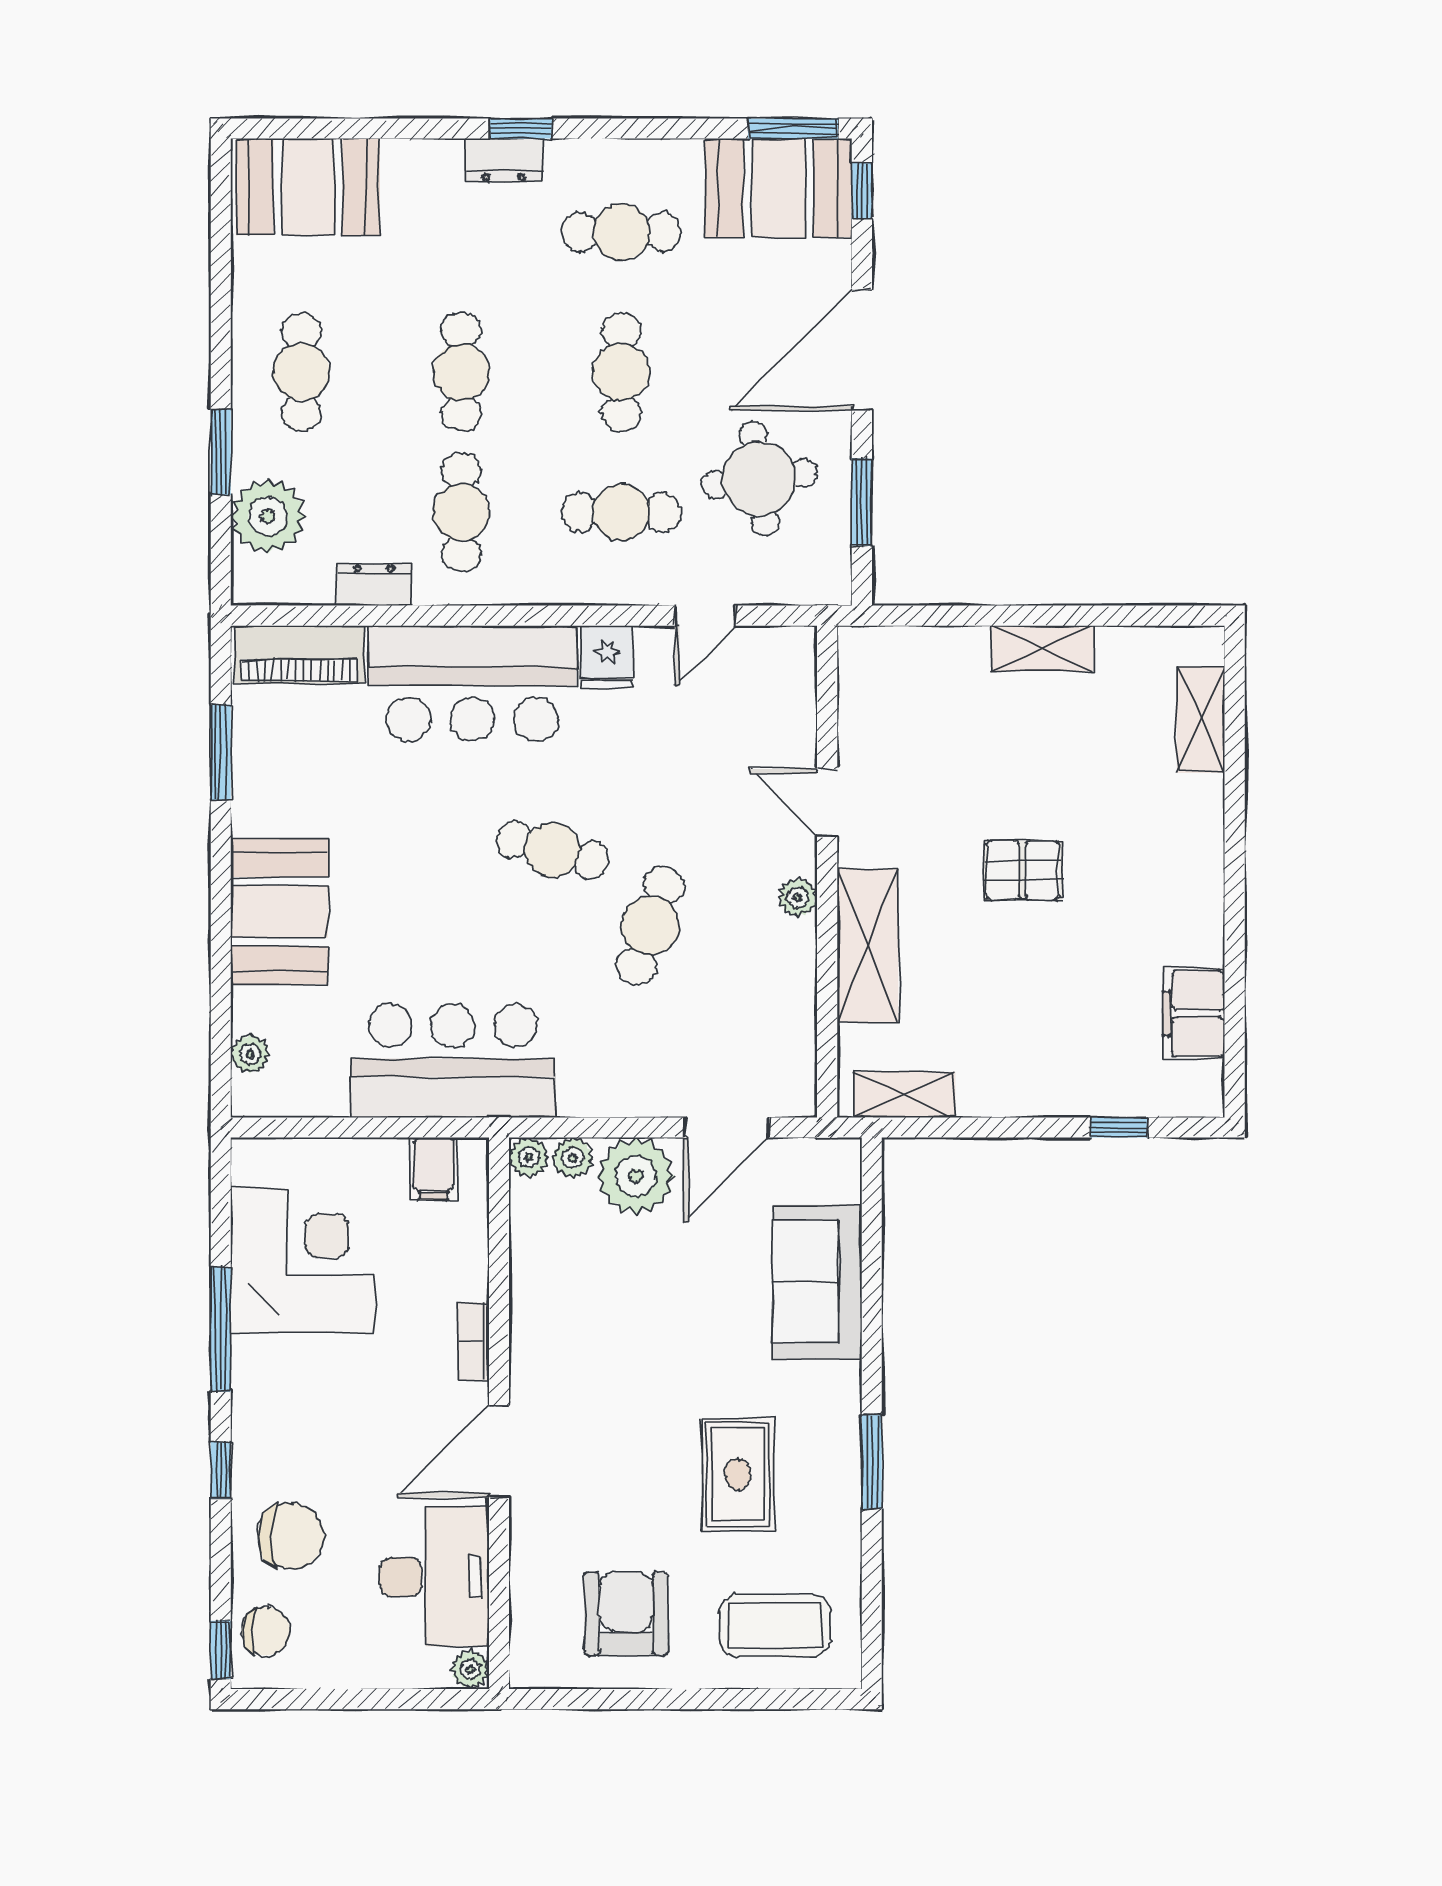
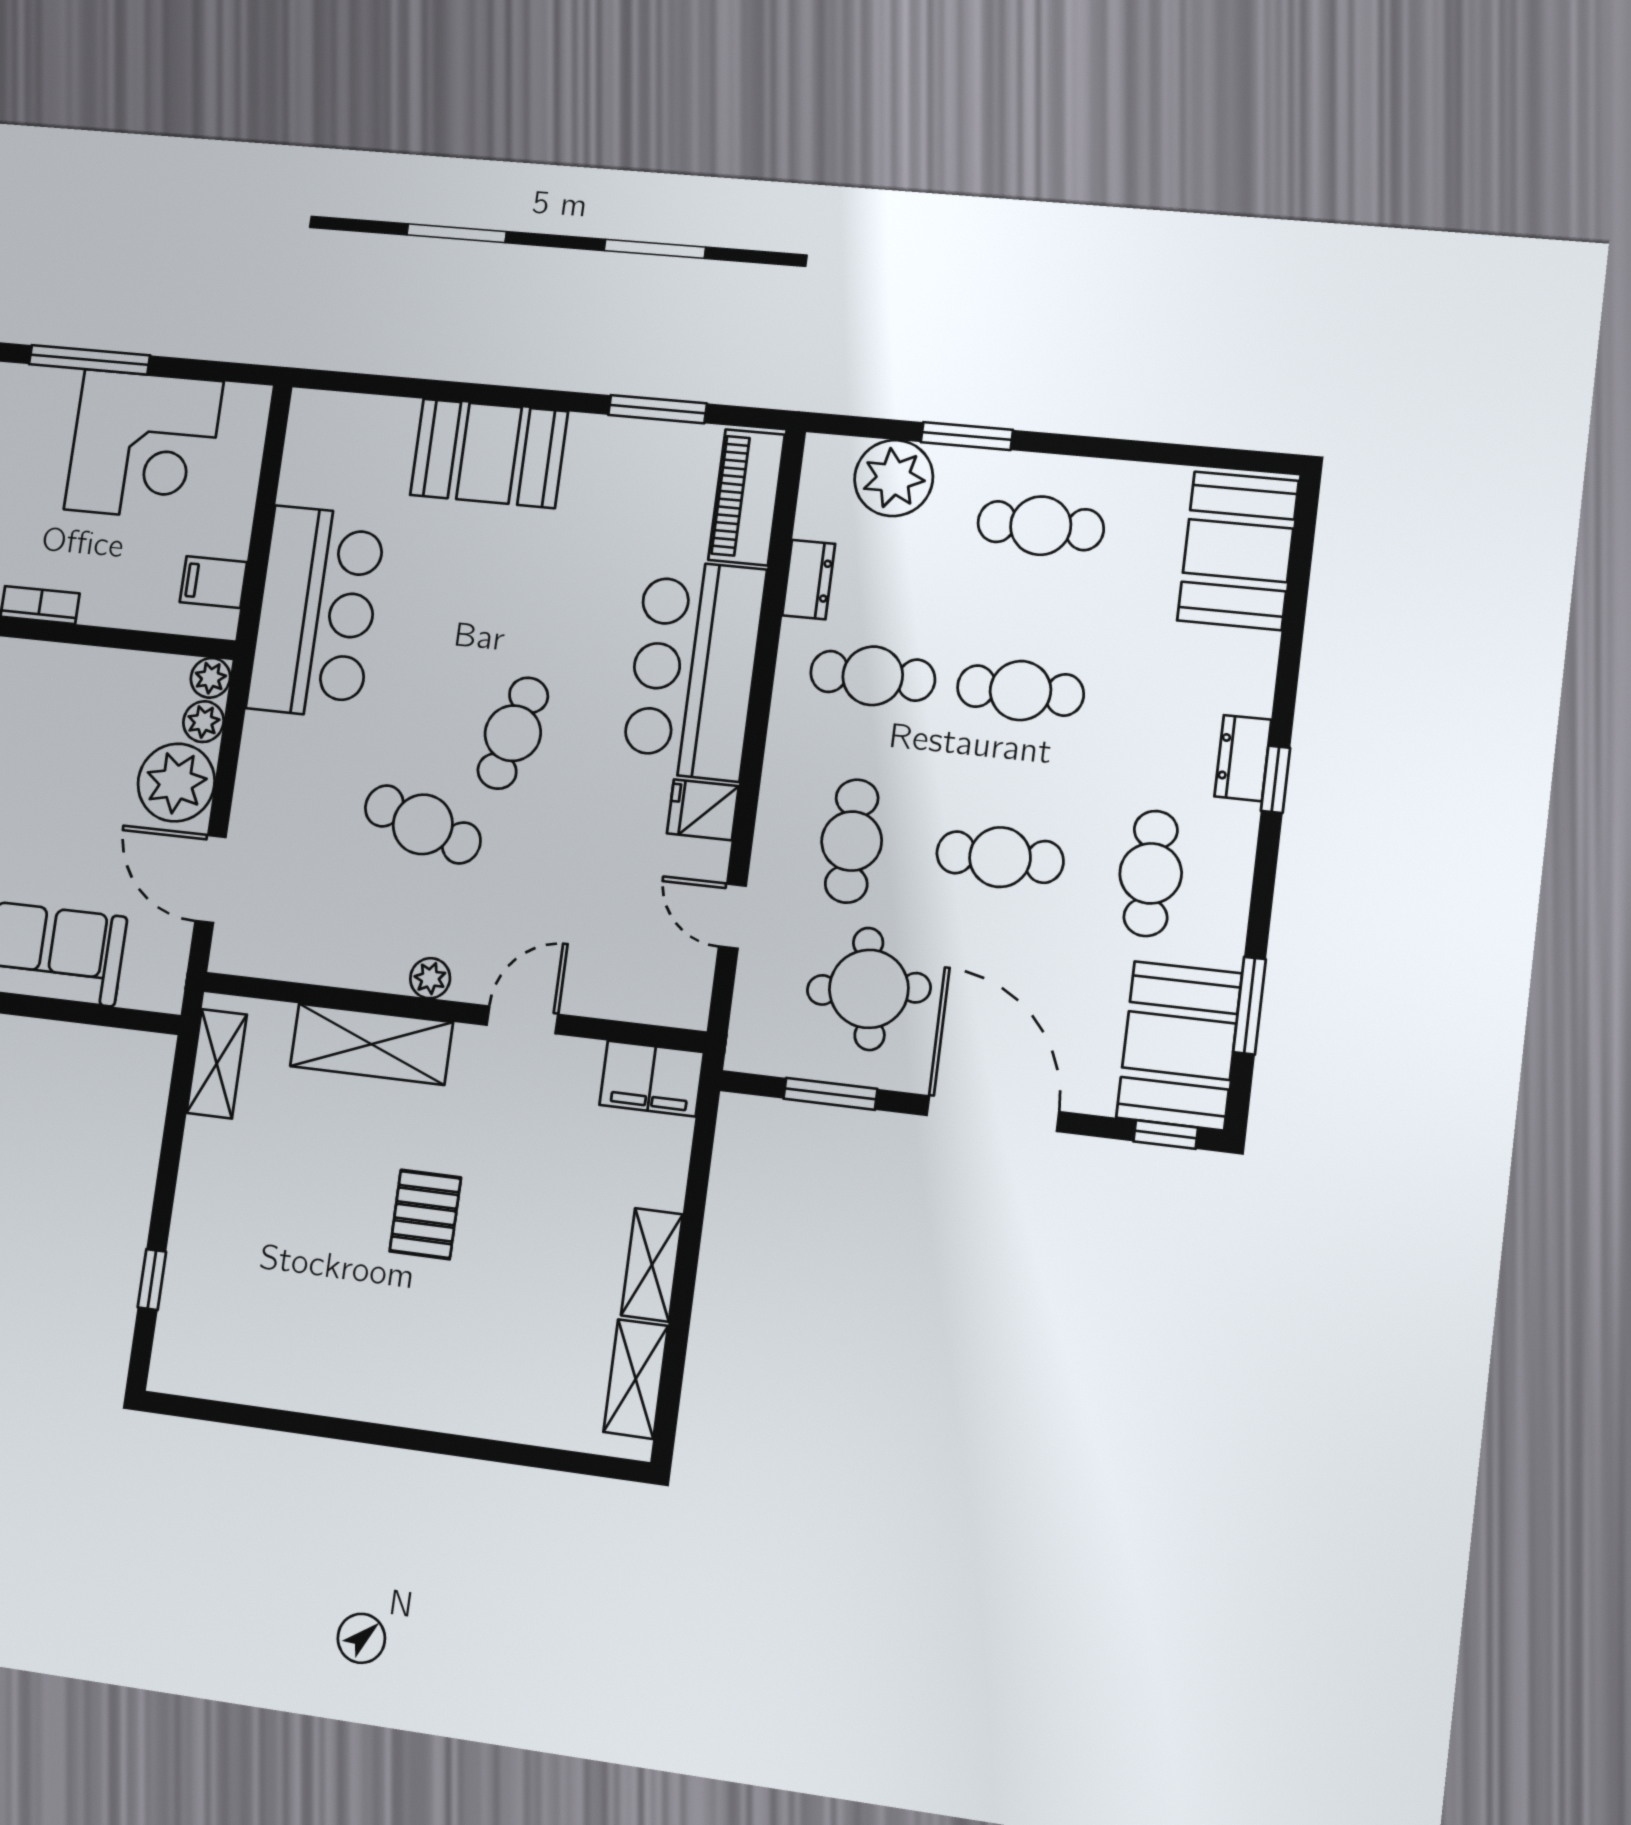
window: (793, 129) -> (1249, 1006), moved
shelving: (1201, 720) -> (636, 1379), moved, turned 90
filing cabinet: (1194, 1014) -> (652, 1079), moved, turned 180
plant: (250, 1054) -> (352, 412), removed

